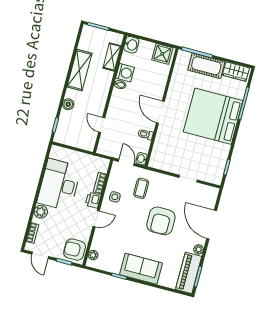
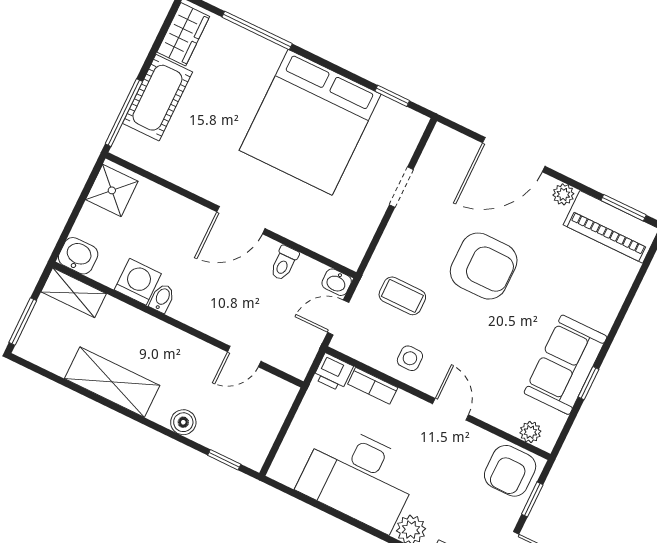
shelving: (112, 57) -> (74, 293), moved
bed: (213, 116) -> (310, 122), moved
printer: (93, 200) -> (333, 372), moved
sofa: (141, 269) -> (565, 365), moved

